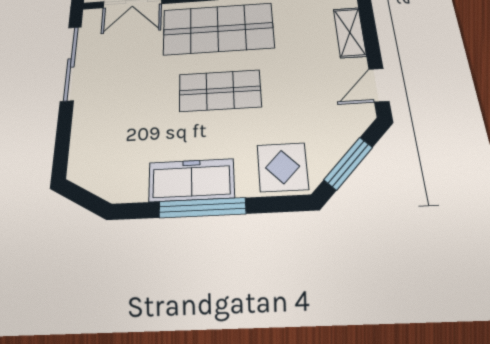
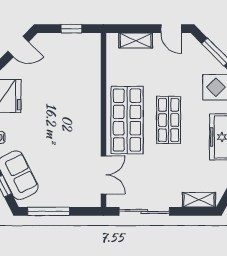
shelving: (82, 148) -> (199, 200), added

